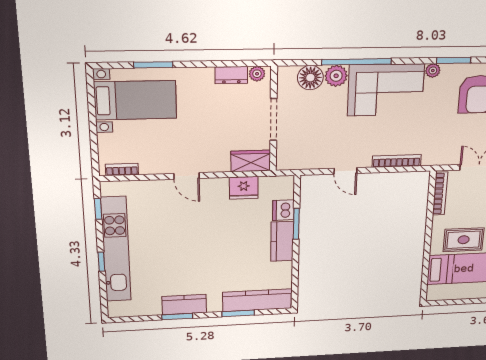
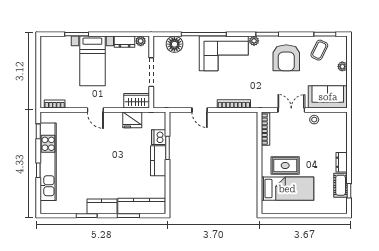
plant: (336, 76) -> (191, 43), removed
bed with nightstands: (135, 100) -> (92, 61), moved, turned 90
kitchen counter: (184, 305) -> (102, 206), moved

